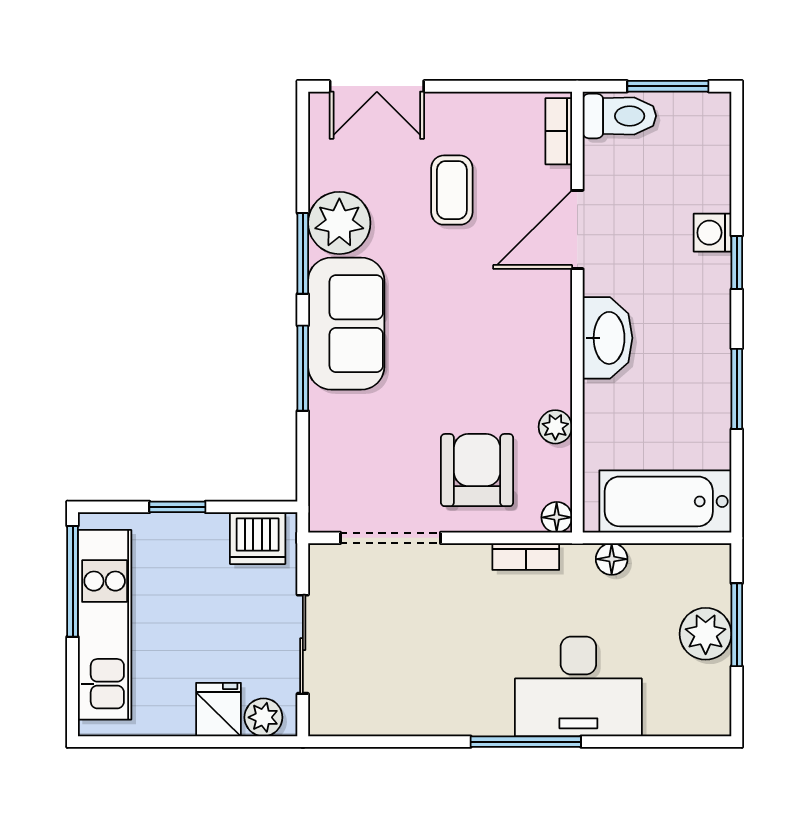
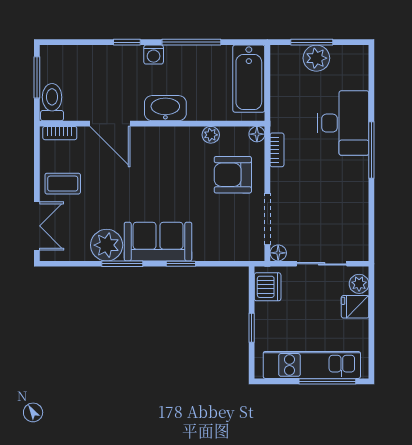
coffee table: (452, 190) -> (63, 184), moved
washing machine: (713, 233) -> (154, 55), moved
window: (303, 368) -> (181, 264), width x0.67
window: (737, 389) -> (191, 42), width x1.44
floor lamp: (612, 559) -> (278, 253), moved
window: (73, 581) -> (327, 381), moved

